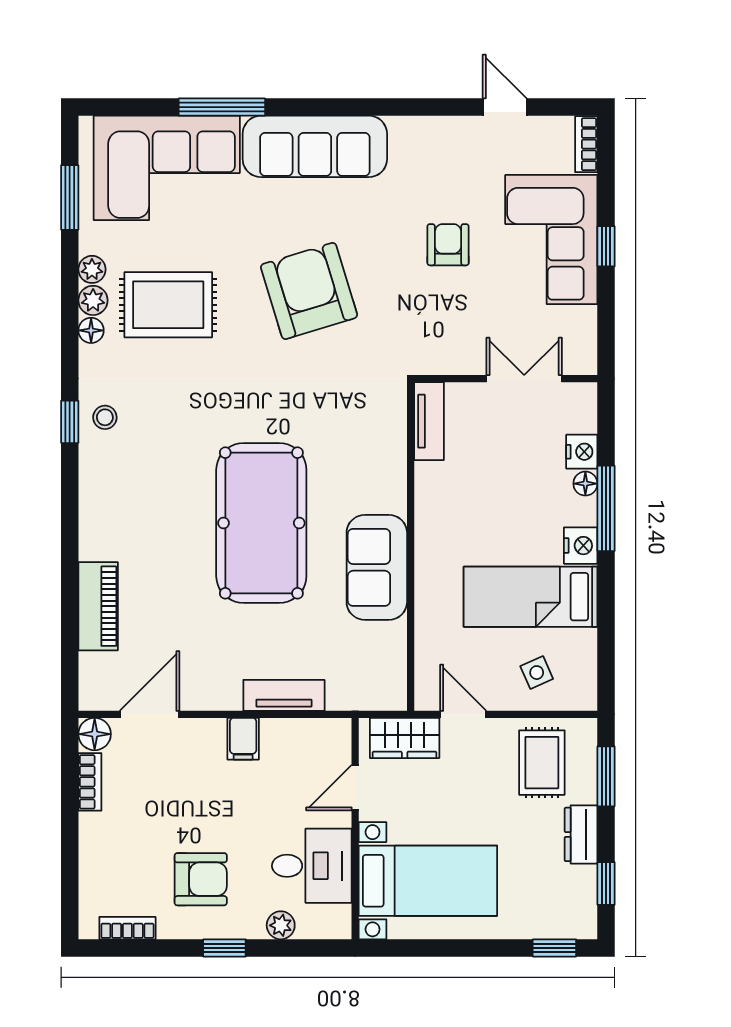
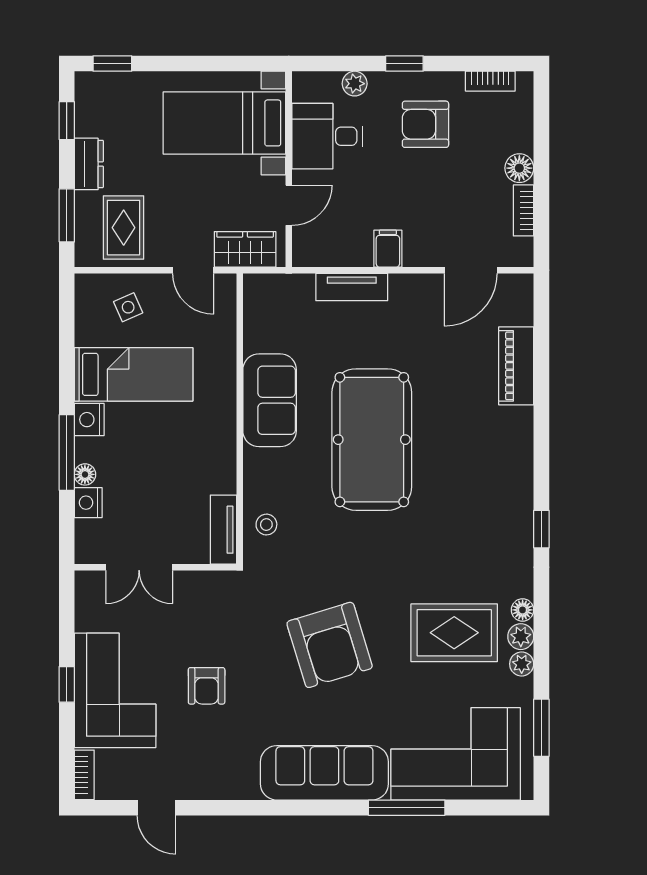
stool: (105, 417) -> (266, 525), moved
floor lamp: (95, 734) -> (519, 168), moved

